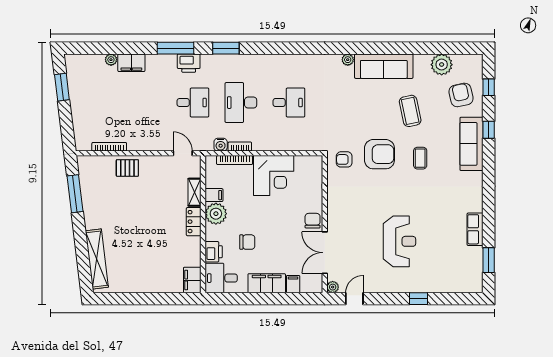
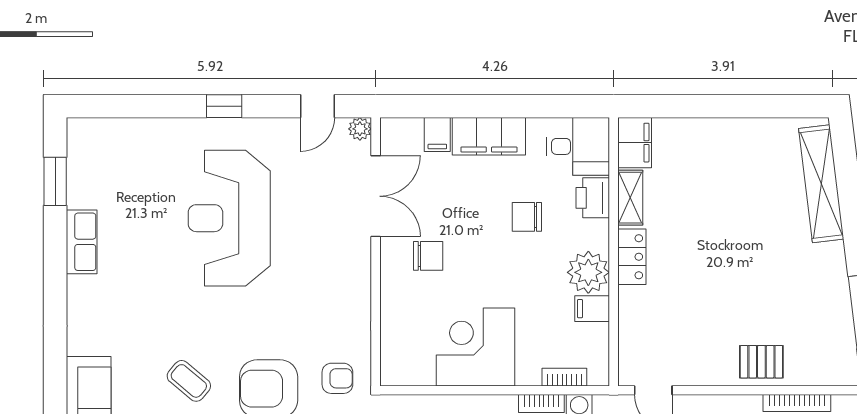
coffee table: (420, 158) -> (189, 381), turned -50
bookcase: (235, 160) -> (564, 377), width x0.64
shelving: (194, 192) -> (630, 198), moved
chair: (313, 221) -> (428, 256), moved, turned -90
reception desk: (400, 241) -> (229, 218), width x1.36, depth x1.30
window: (418, 299) -> (224, 106), moved

